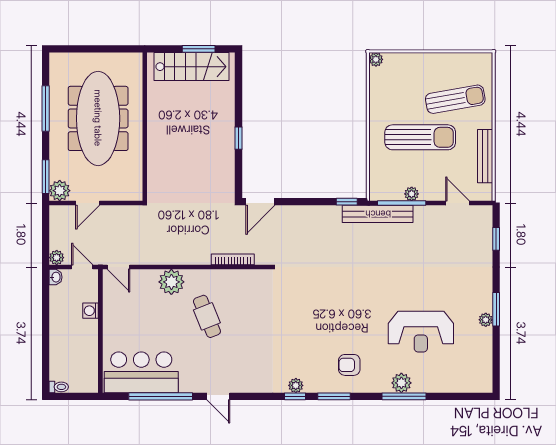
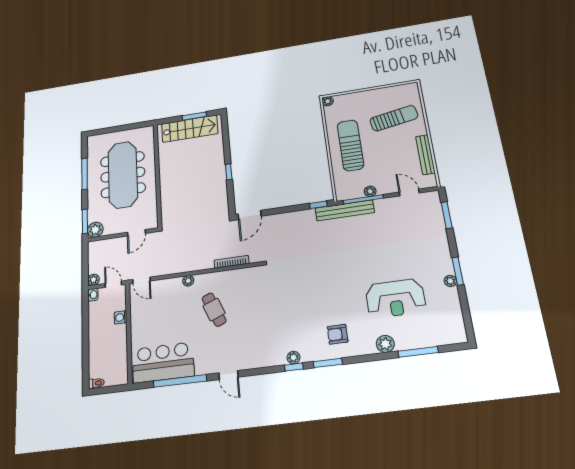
sun lounger: (420, 137) -> (350, 145), moved, turned -90
door: (88, 203) -> (136, 233), moved
window: (496, 239) -> (447, 215), width x1.50
plant: (171, 282) -> (188, 281), width x0.53, depth x0.53
window: (404, 396) -> (418, 352), moved

